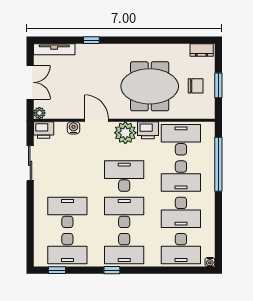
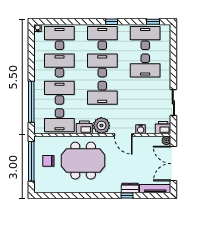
dresser: (202, 50) -> (130, 188), moved
double door: (30, 82) -> (173, 164), width x1.37
window: (218, 85) -> (31, 161), width x2.11
desk: (124, 212) -> (102, 65), turned 180

